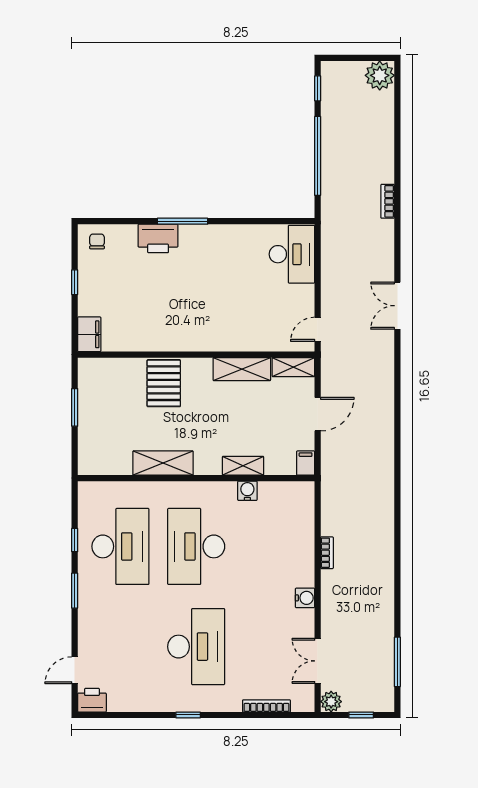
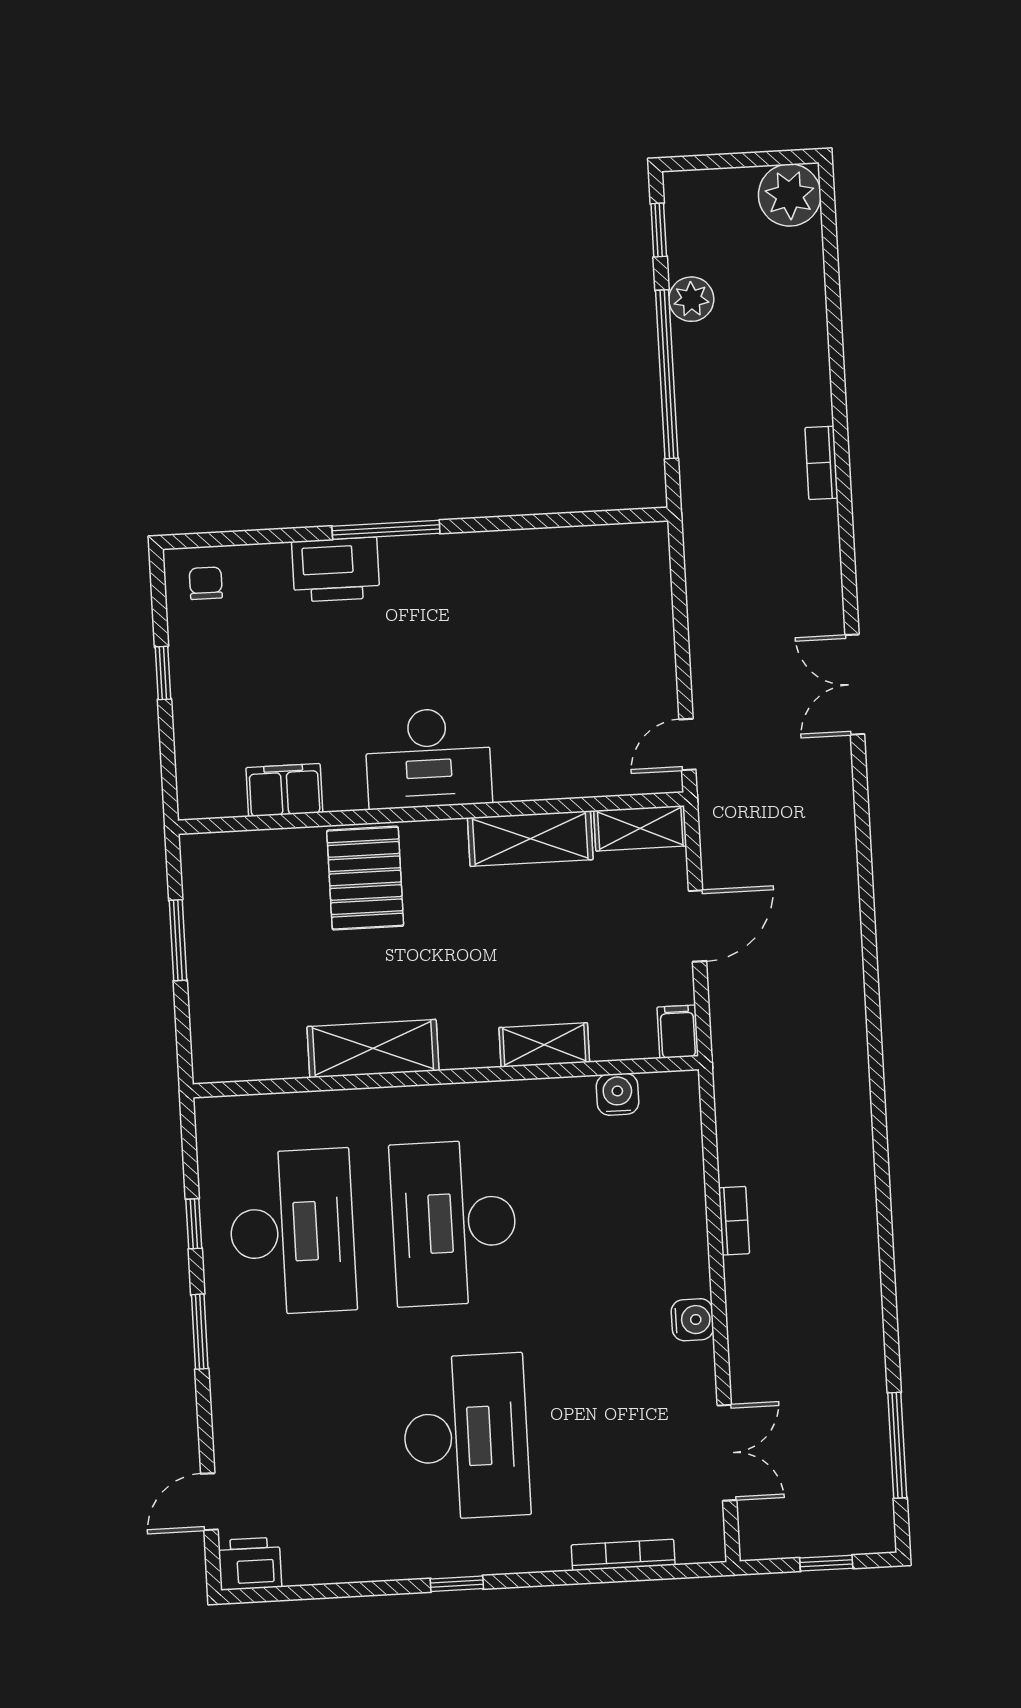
desk: (292, 254) -> (428, 758), moved, turned 90
filing cabinet: (89, 334) -> (284, 790), moved, turned -90
water cooler: (247, 491) -> (618, 1094), moved
double door: (318, 661) -> (727, 1453), swing flipped
plant: (331, 702) -> (691, 299), moved

